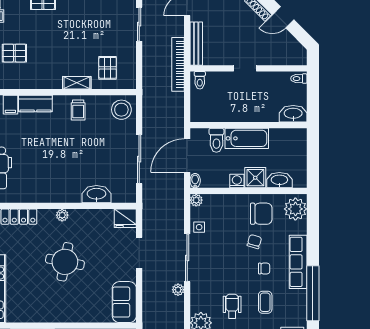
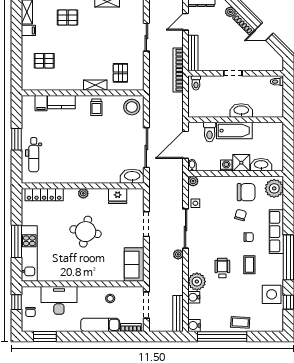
washbasin: (293, 114) -> (241, 110), moved
washbasin: (96, 194) -> (132, 176), moved
fridge: (125, 218) -> (118, 196), moved

